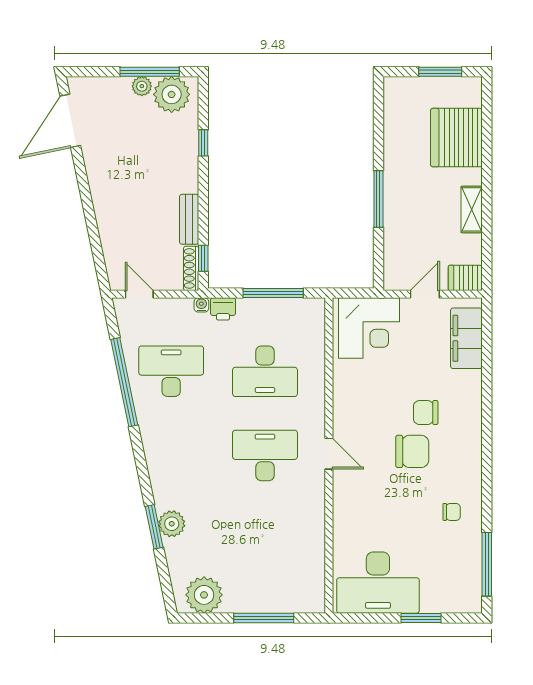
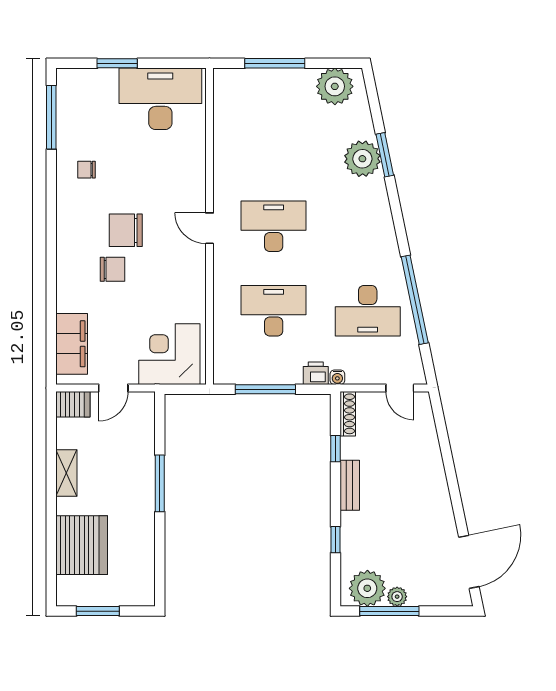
bench: (189, 219) -> (350, 485), moved
window: (203, 258) -> (335, 449), moved
desk: (265, 455) -> (274, 226), turned 180
plant: (172, 524) -> (362, 159), width x1.36, depth x1.36

